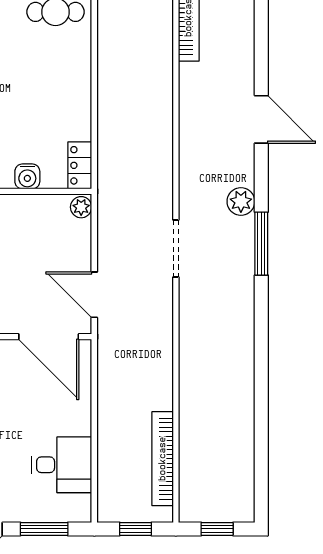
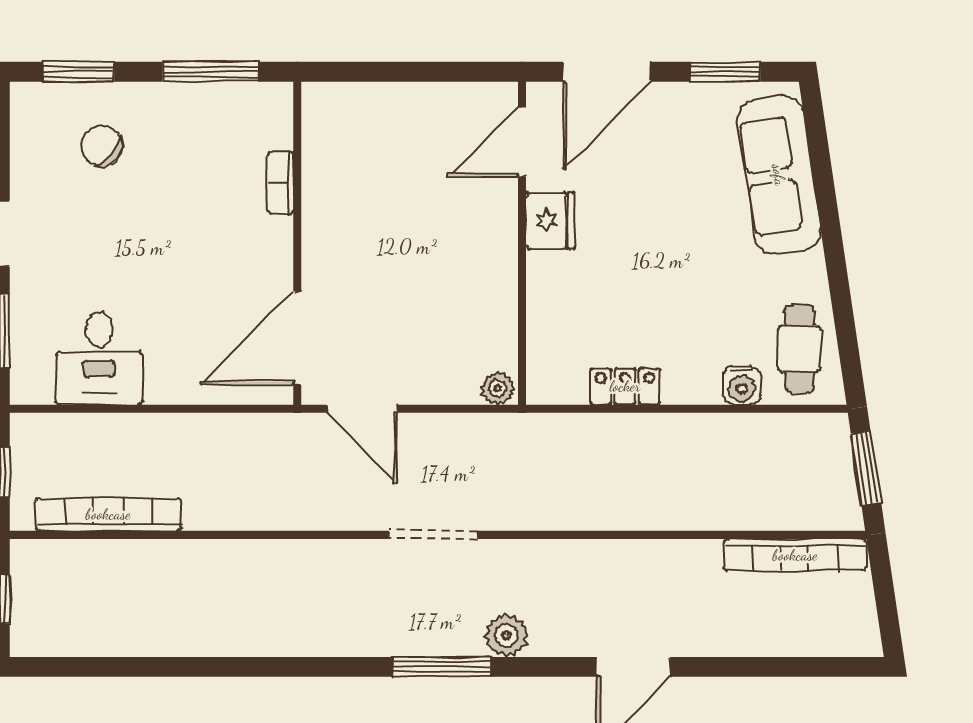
locker: (80, 165) -> (625, 386), moved
water cooler: (27, 176) -> (742, 386), moved, turned -90
door: (94, 295) -> (362, 409), swing flipped

